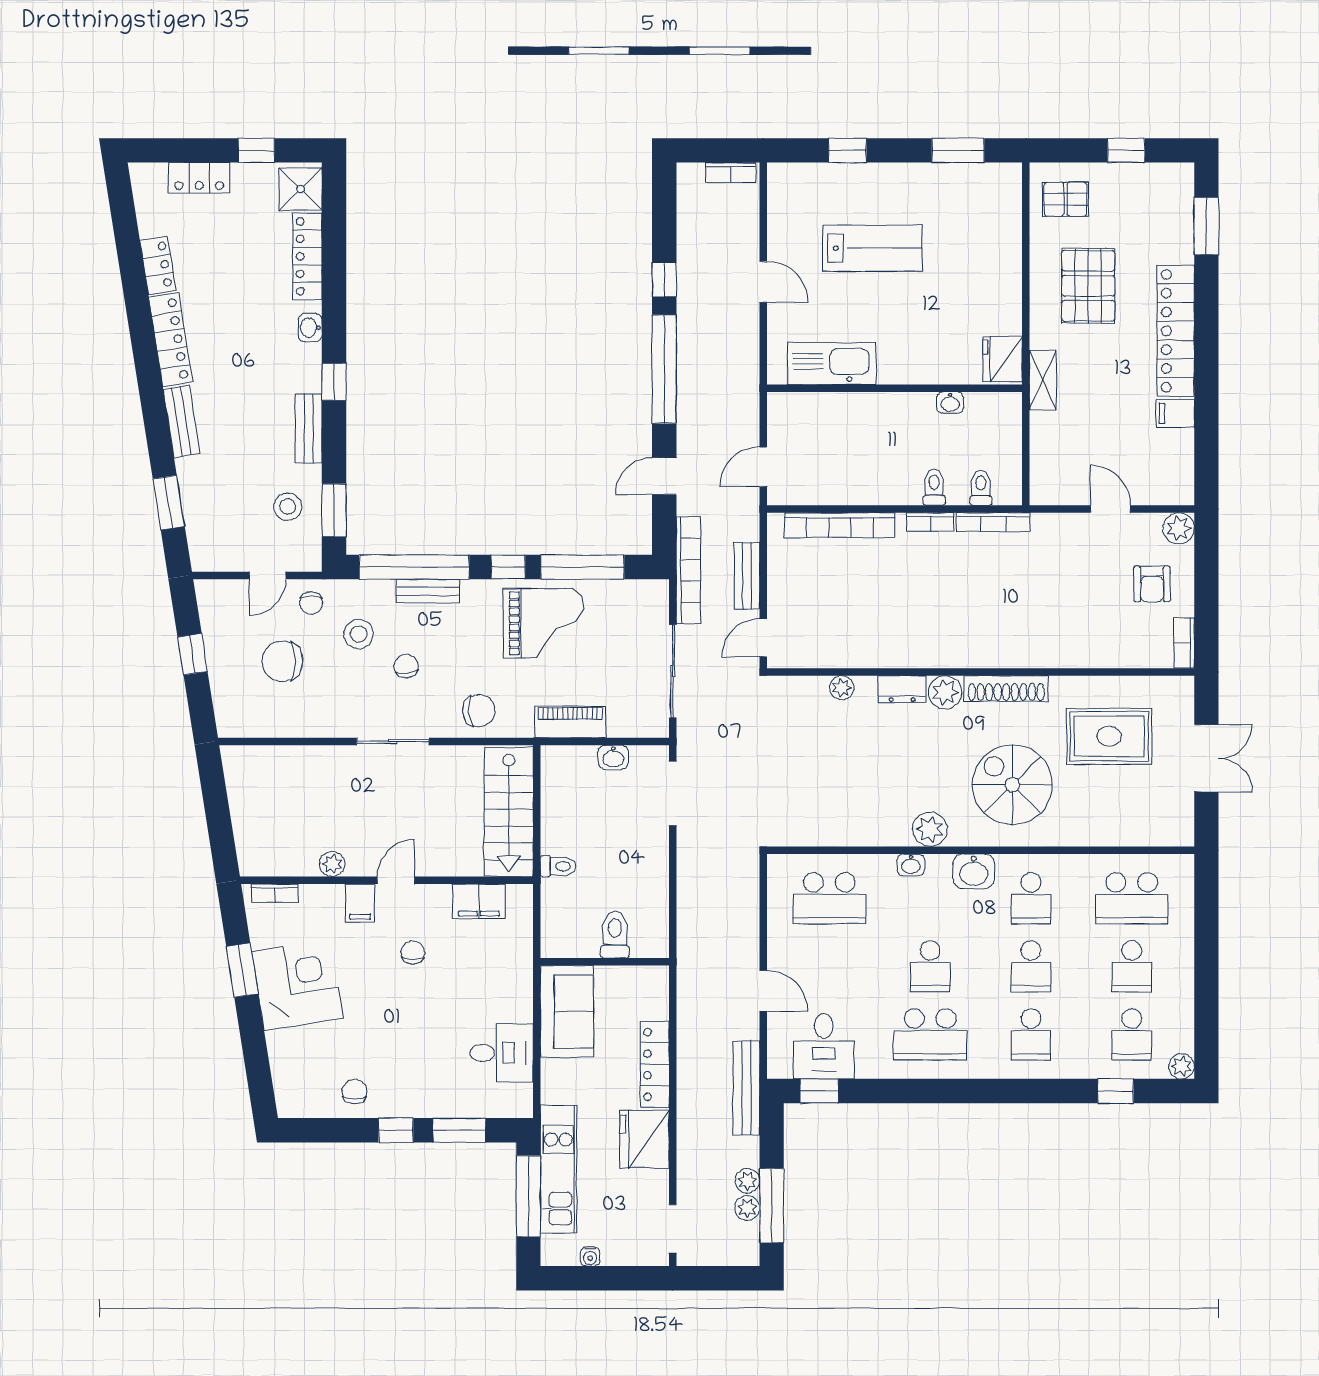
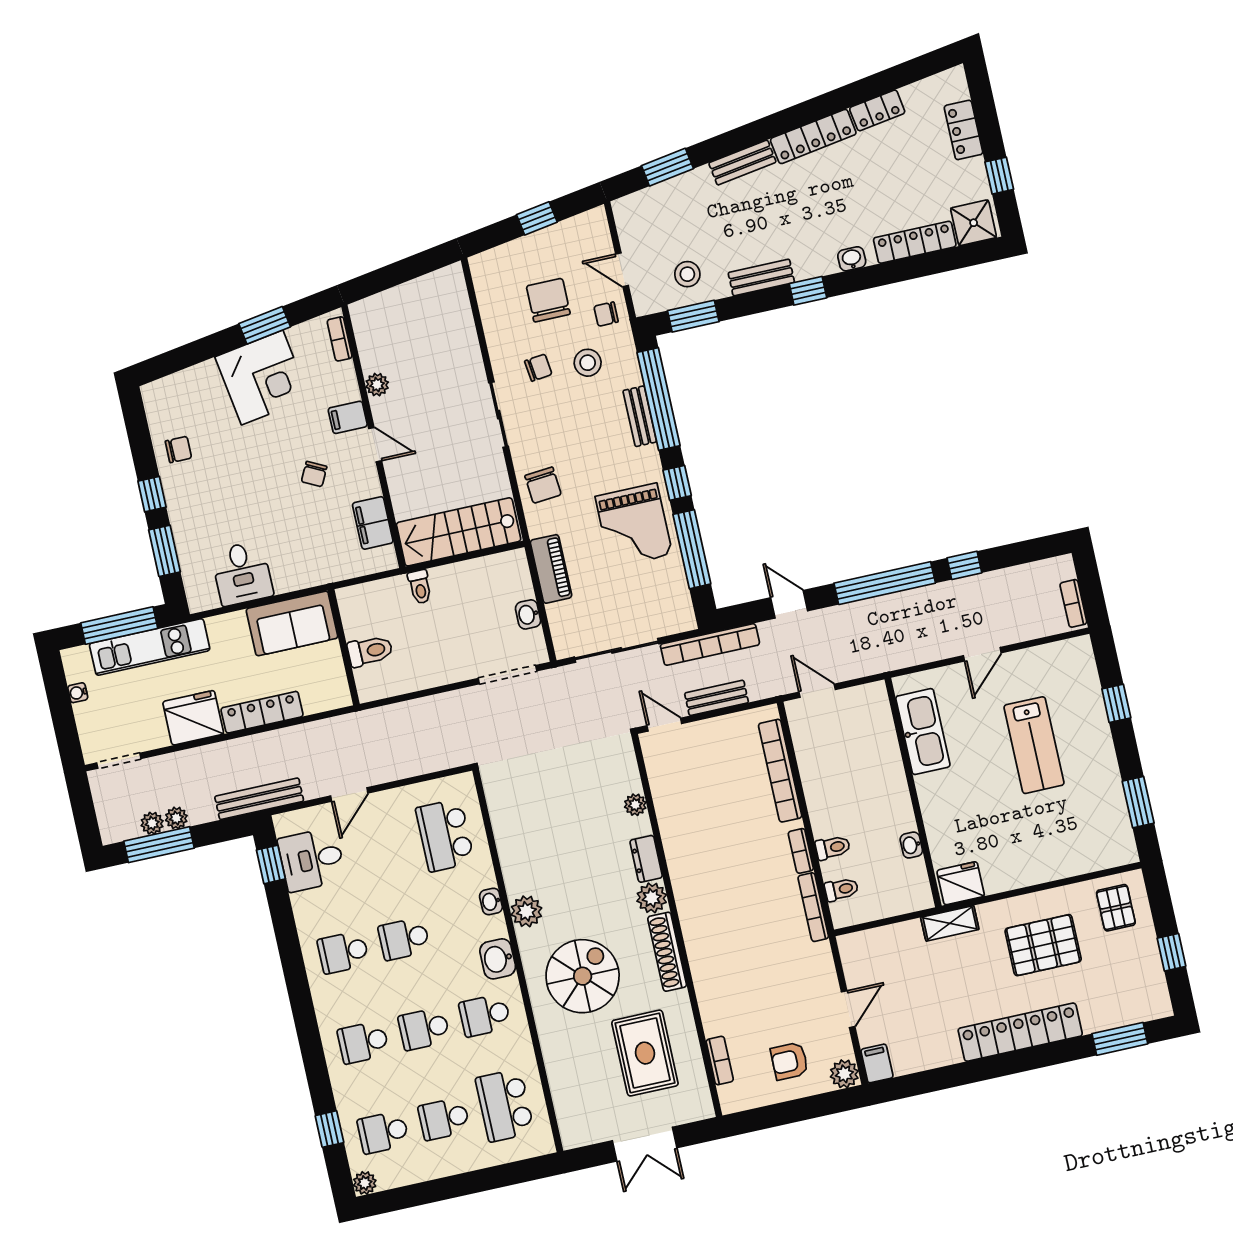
filing cabinet: (1175, 413) -> (877, 1063), moved
bookcase: (1184, 643) -> (720, 1061), moved, turned 90
chair: (406, 666) -> (538, 368), moved
chair: (413, 952) -> (314, 474), turned 117
school desk: (930, 1035) -> (343, 952), width x0.54

